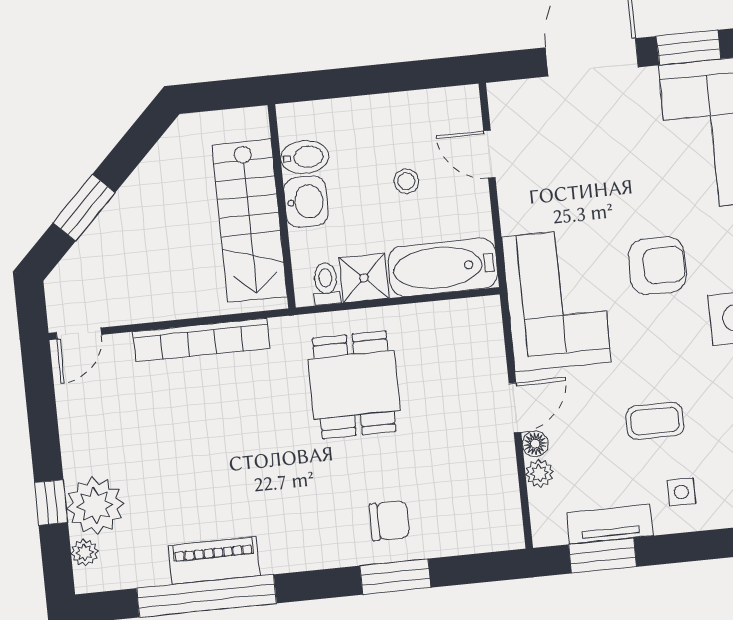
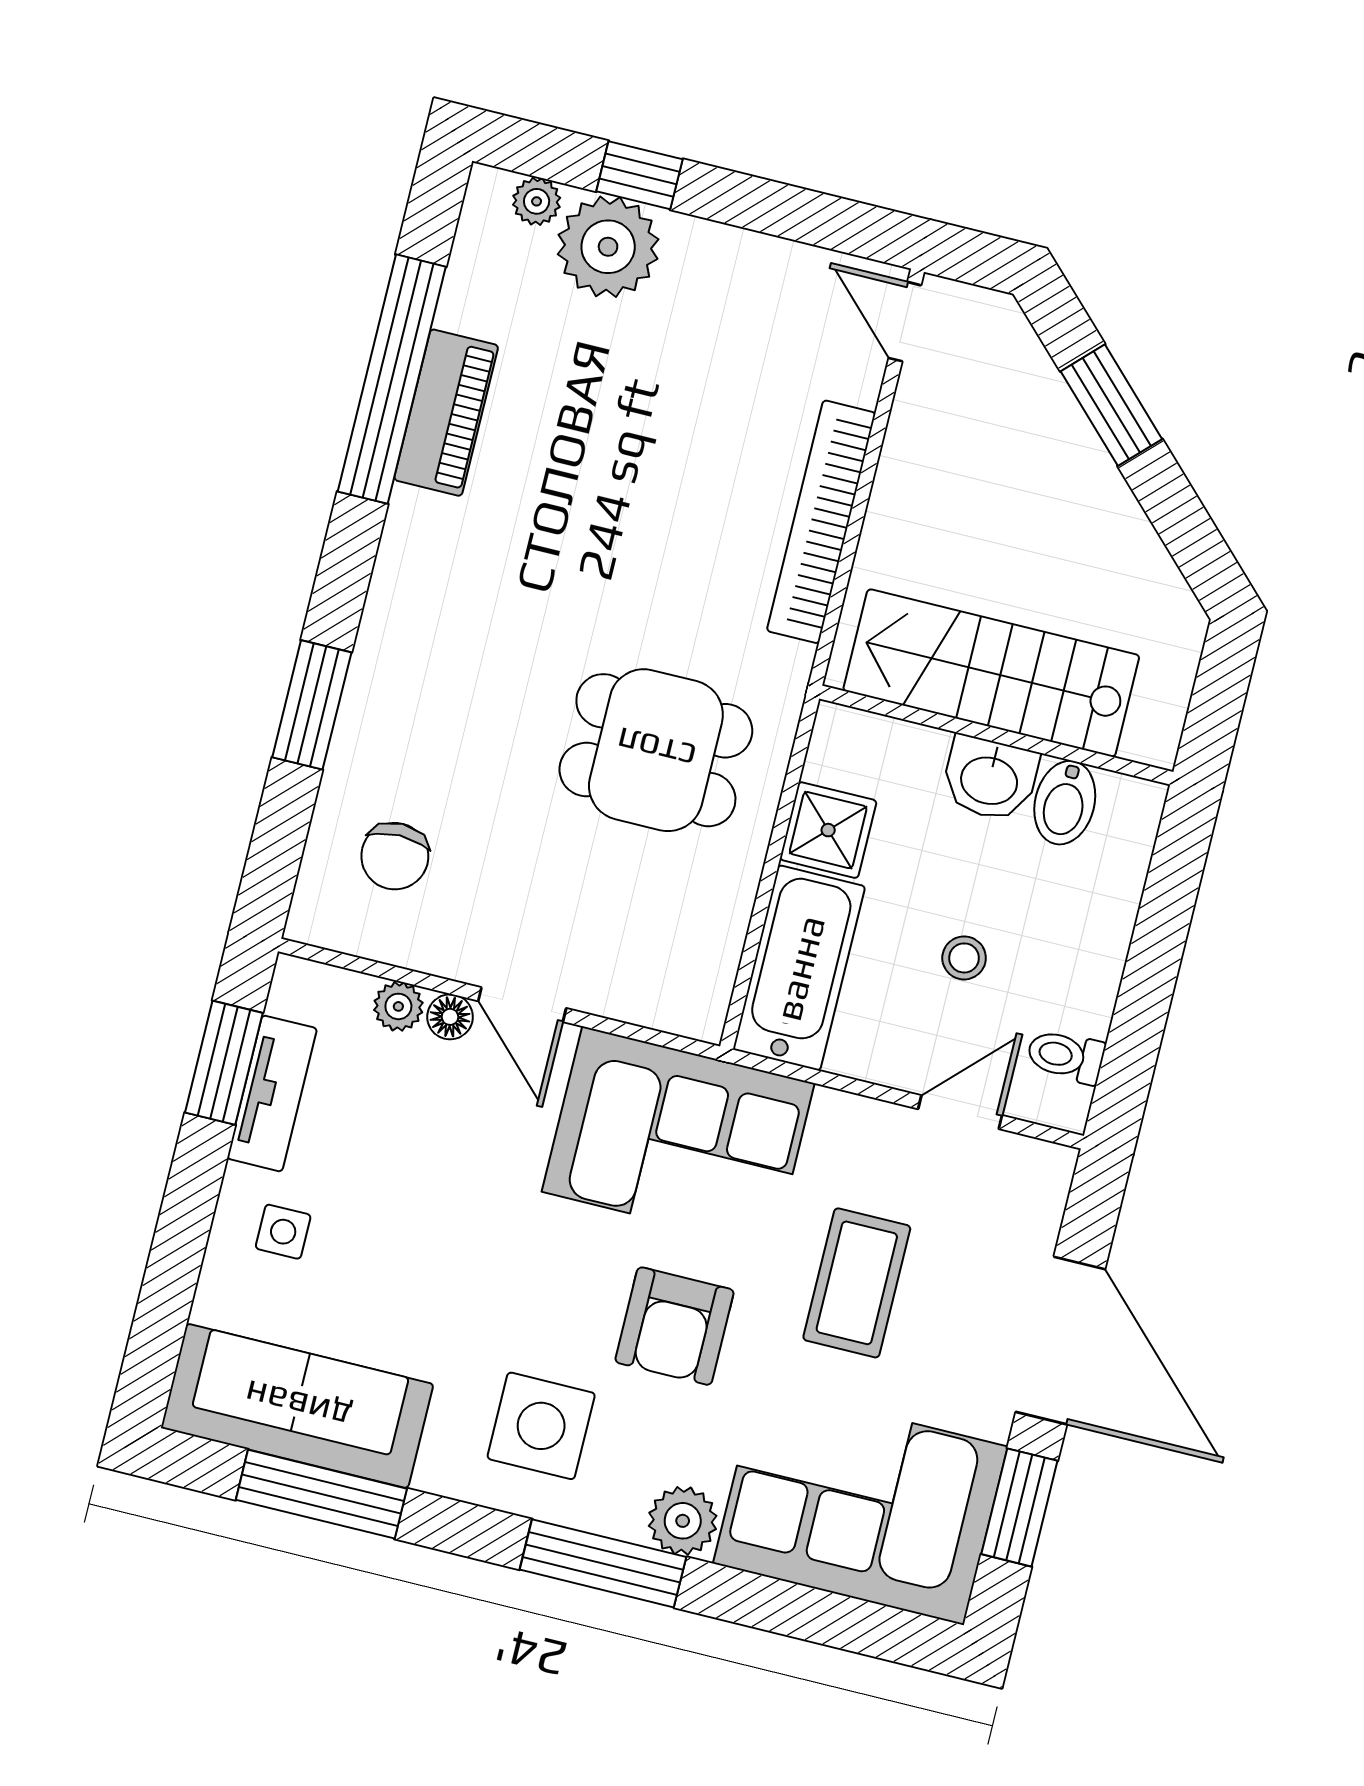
toilet: (326, 284) -> (1066, 1056), moved, turned 180
coffee table: (655, 421) -> (857, 1283), moved, width x1.36, depth x1.30
chair: (389, 521) -> (395, 856), moved

